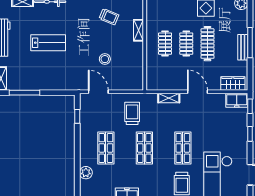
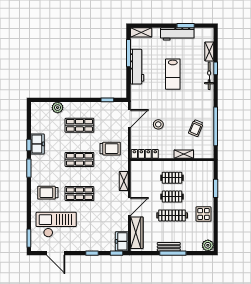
locker: (138, 74) -> (145, 154), added
workbench: (40, 83) -> (137, 67), added
wardrobe: (233, 83) -> (137, 233), width x1.50

